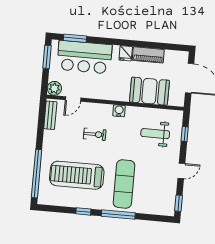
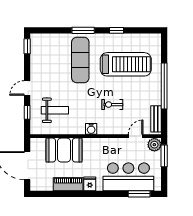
window: (47, 57) -> (164, 156), moved
door: (181, 171) -> (27, 88), moved
window: (37, 174) -> (164, 86), moved
window: (118, 215) -> (83, 30), width x0.69

